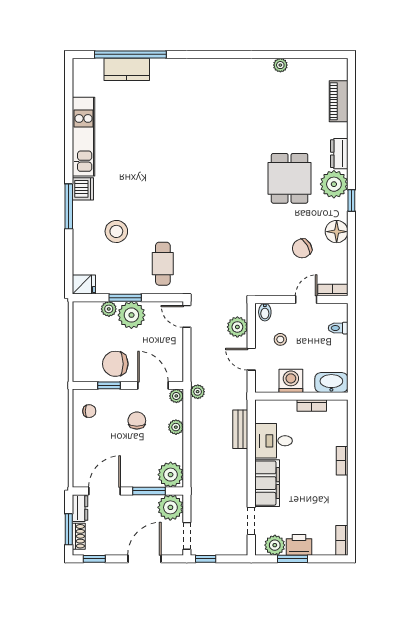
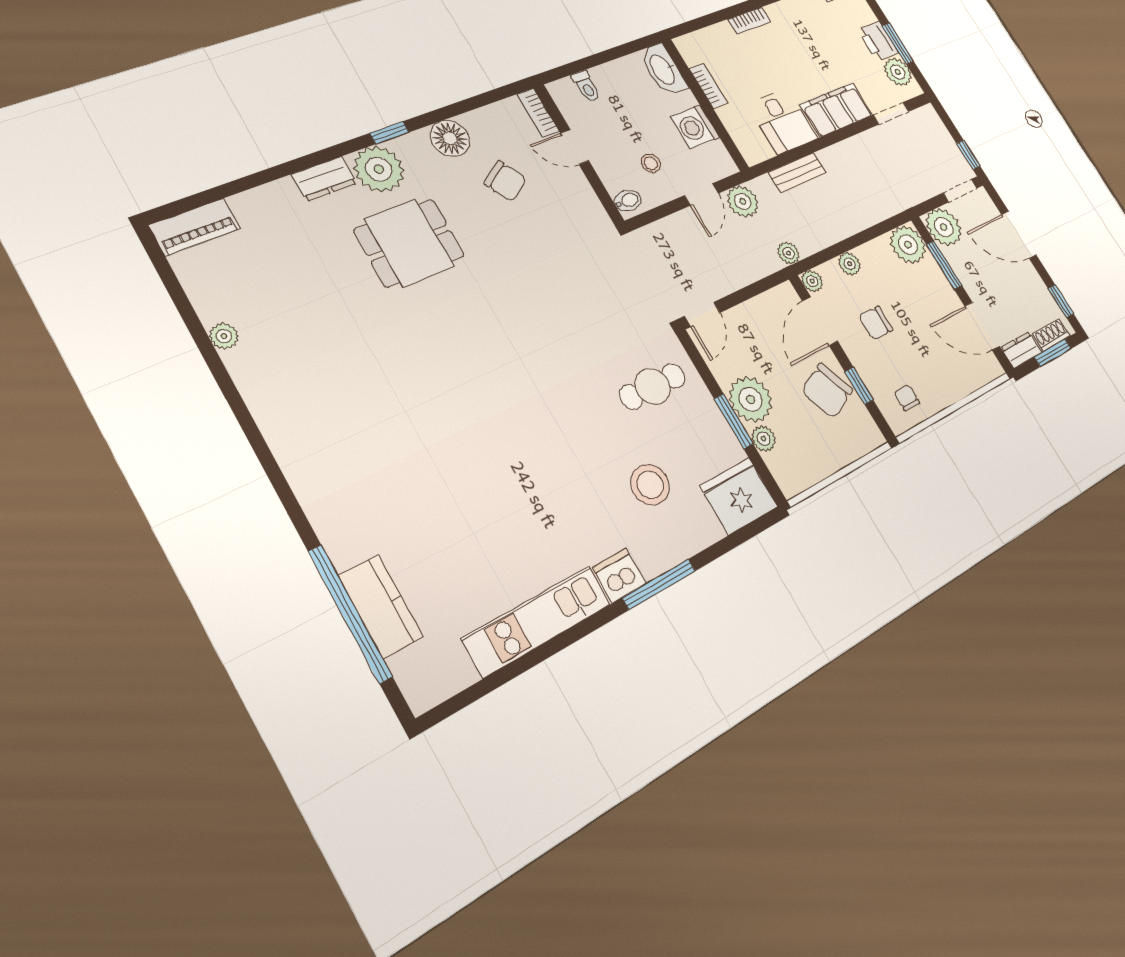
piano: (339, 101) -> (195, 227), moved
fridge: (84, 284) -> (739, 496), width x1.88, depth x1.34
plant: (237, 327) -> (743, 201), moved
chair: (115, 364) -> (827, 391), turned 67

